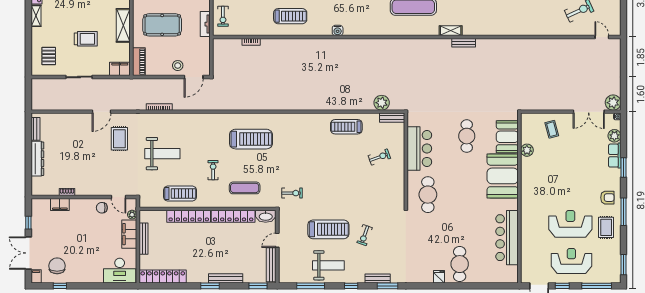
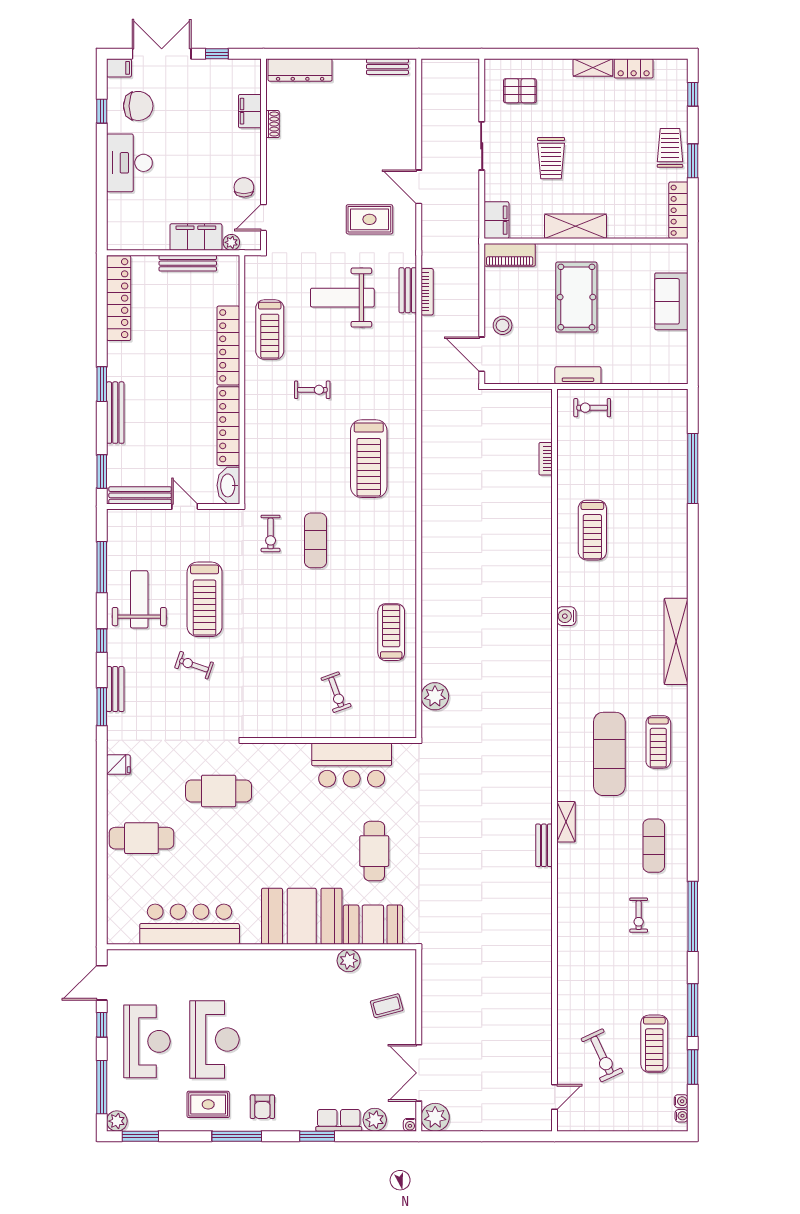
bench: (392, 118) -> (408, 290), moved
cafe table: (467, 136) -> (374, 851), turned 90
weight bench: (162, 154) -> (342, 298), turned 90
dresser: (37, 159) -> (300, 70), moved
exercise mat: (245, 188) -> (316, 540), moved
cafe table: (428, 195) -> (219, 791), moved
weight bench: (328, 265) -> (139, 599), turned 180
desk: (120, 271) -> (129, 163), moved
fridge: (439, 277) -> (118, 765), moved
plant: (615, 278) -> (117, 1121), added

